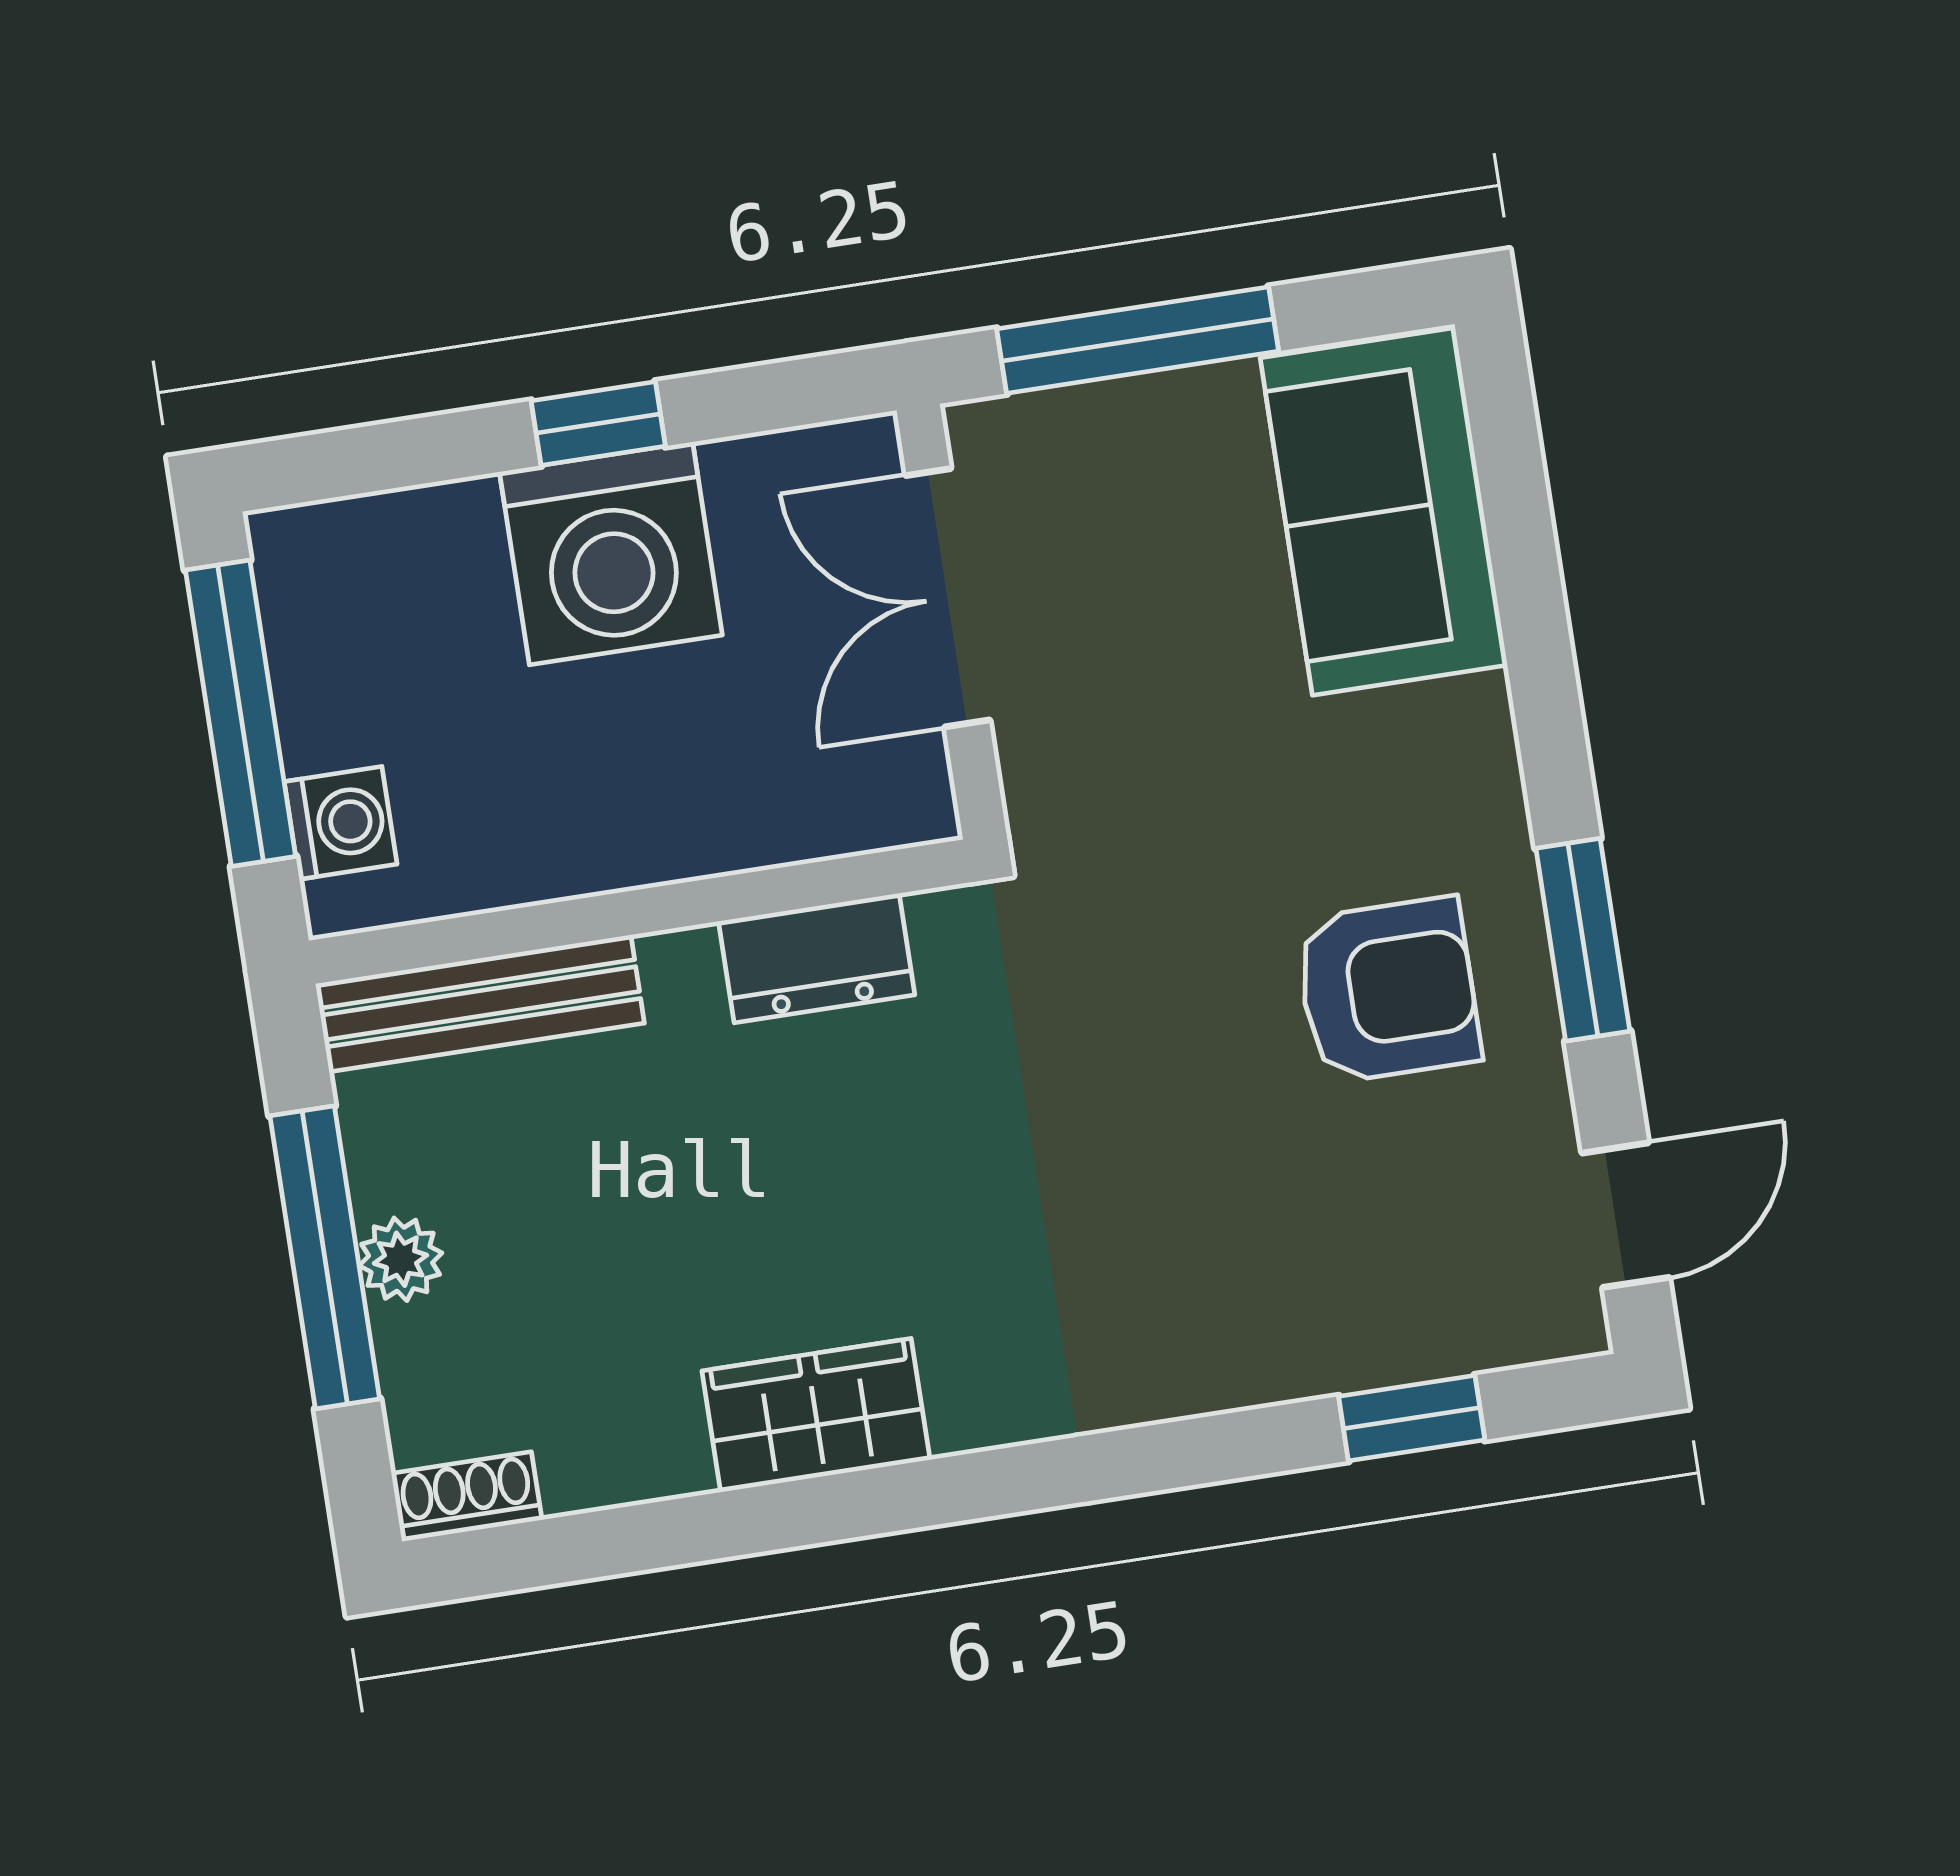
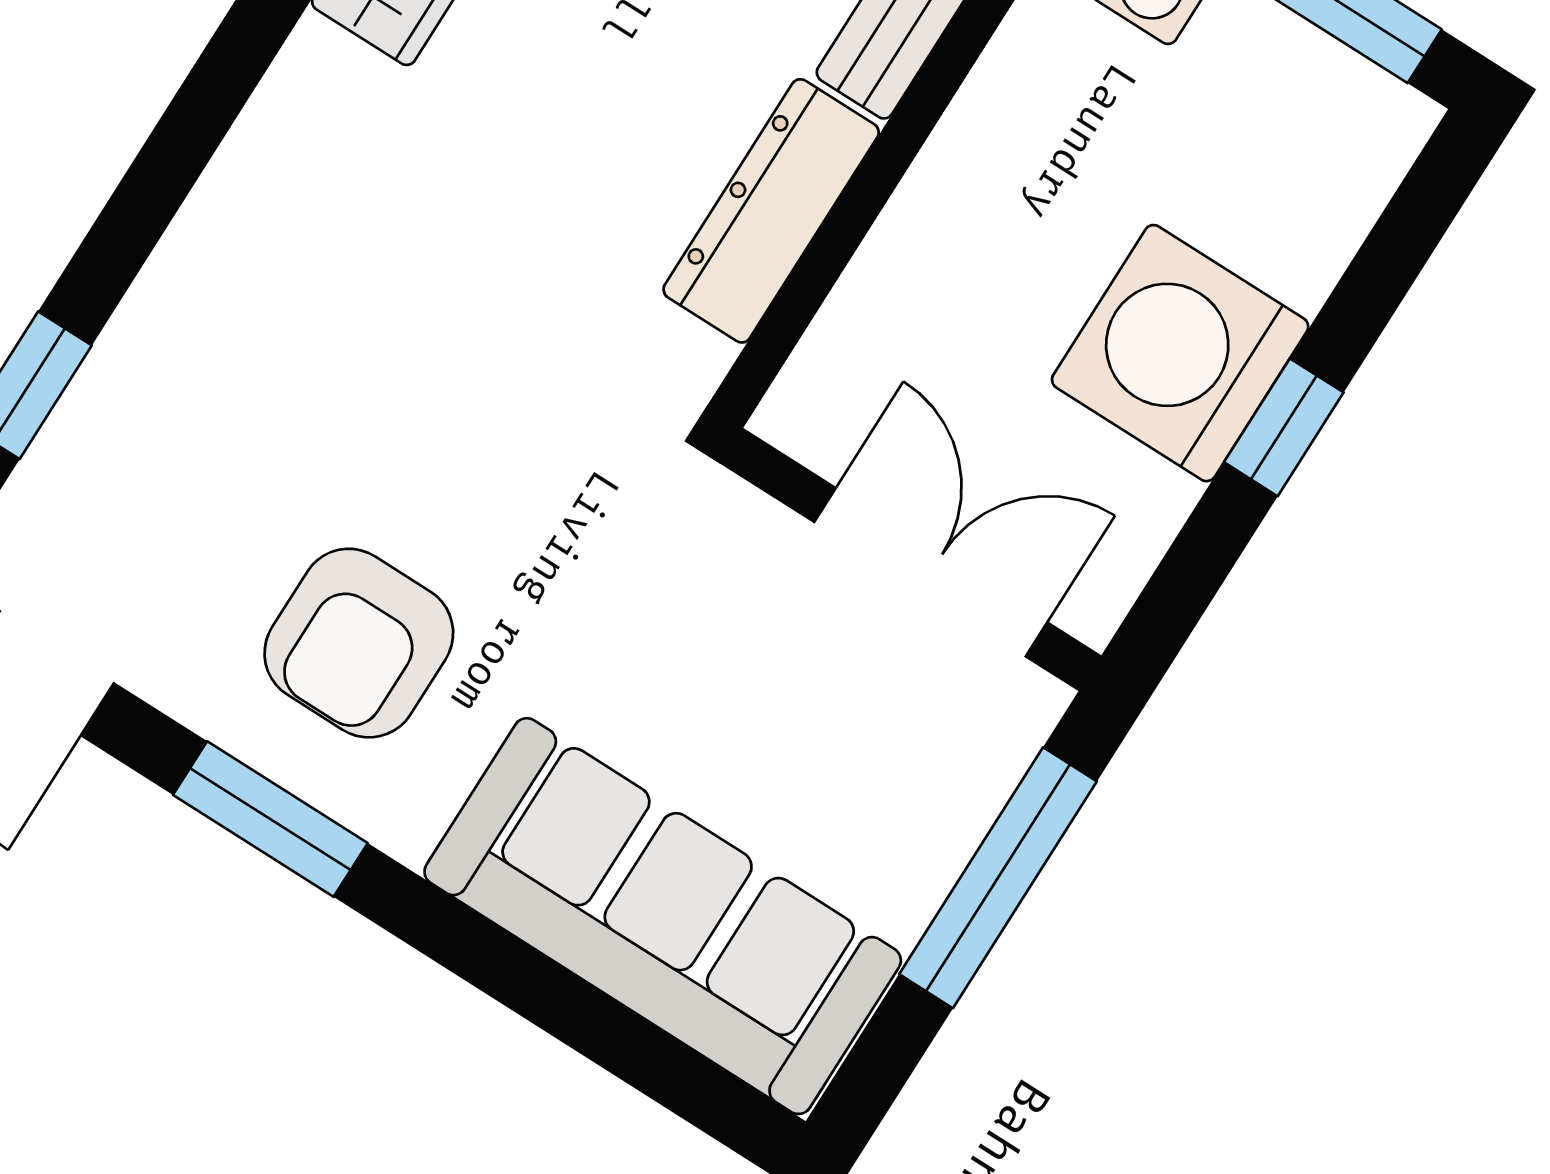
sofa: (1384, 512) -> (663, 916), width x1.36
dresser: (817, 958) -> (771, 211), width x1.44

